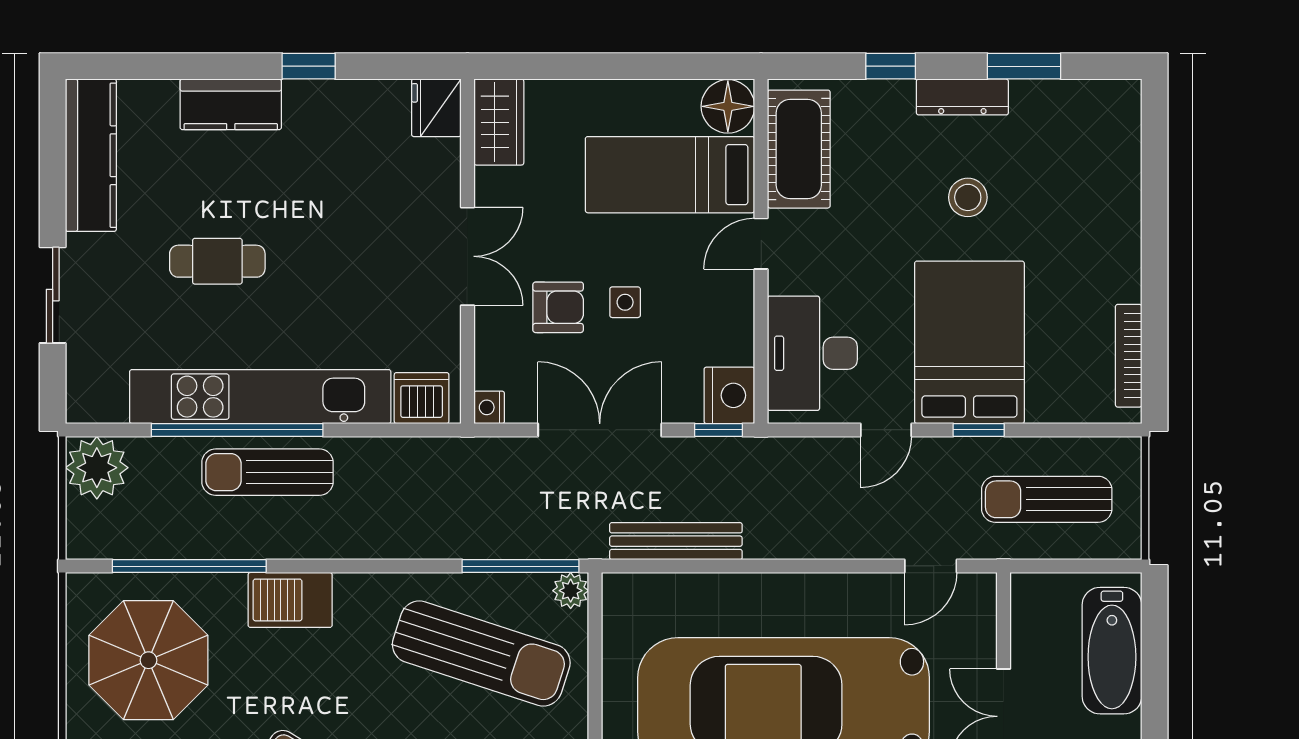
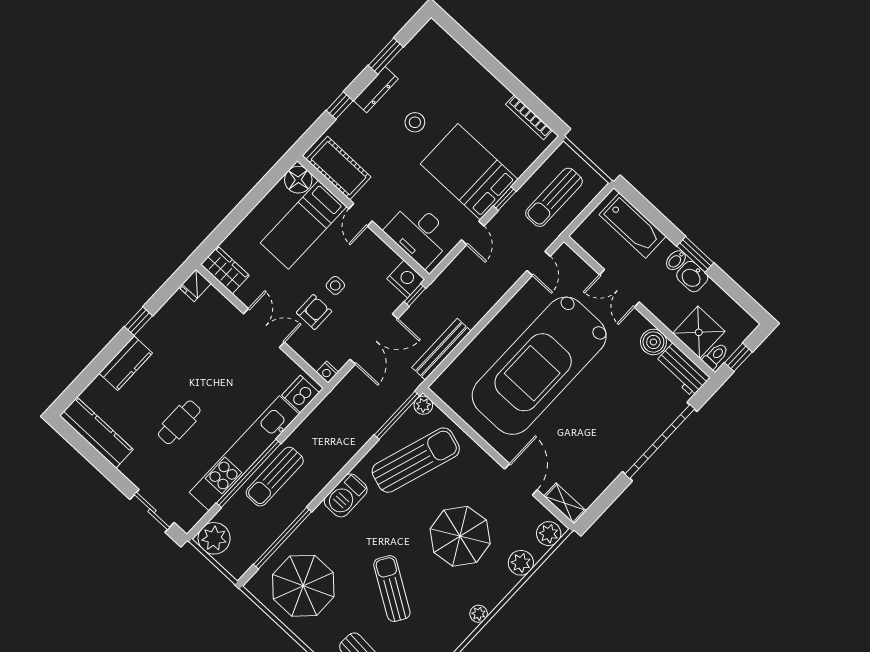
fridge: (436, 108) -> (195, 285), width x0.72
sliding door: (53, 295) -> (152, 511), moved
double door: (600, 430) -> (374, 339), swing flipped
barbecue: (290, 600) -> (346, 495), moved

